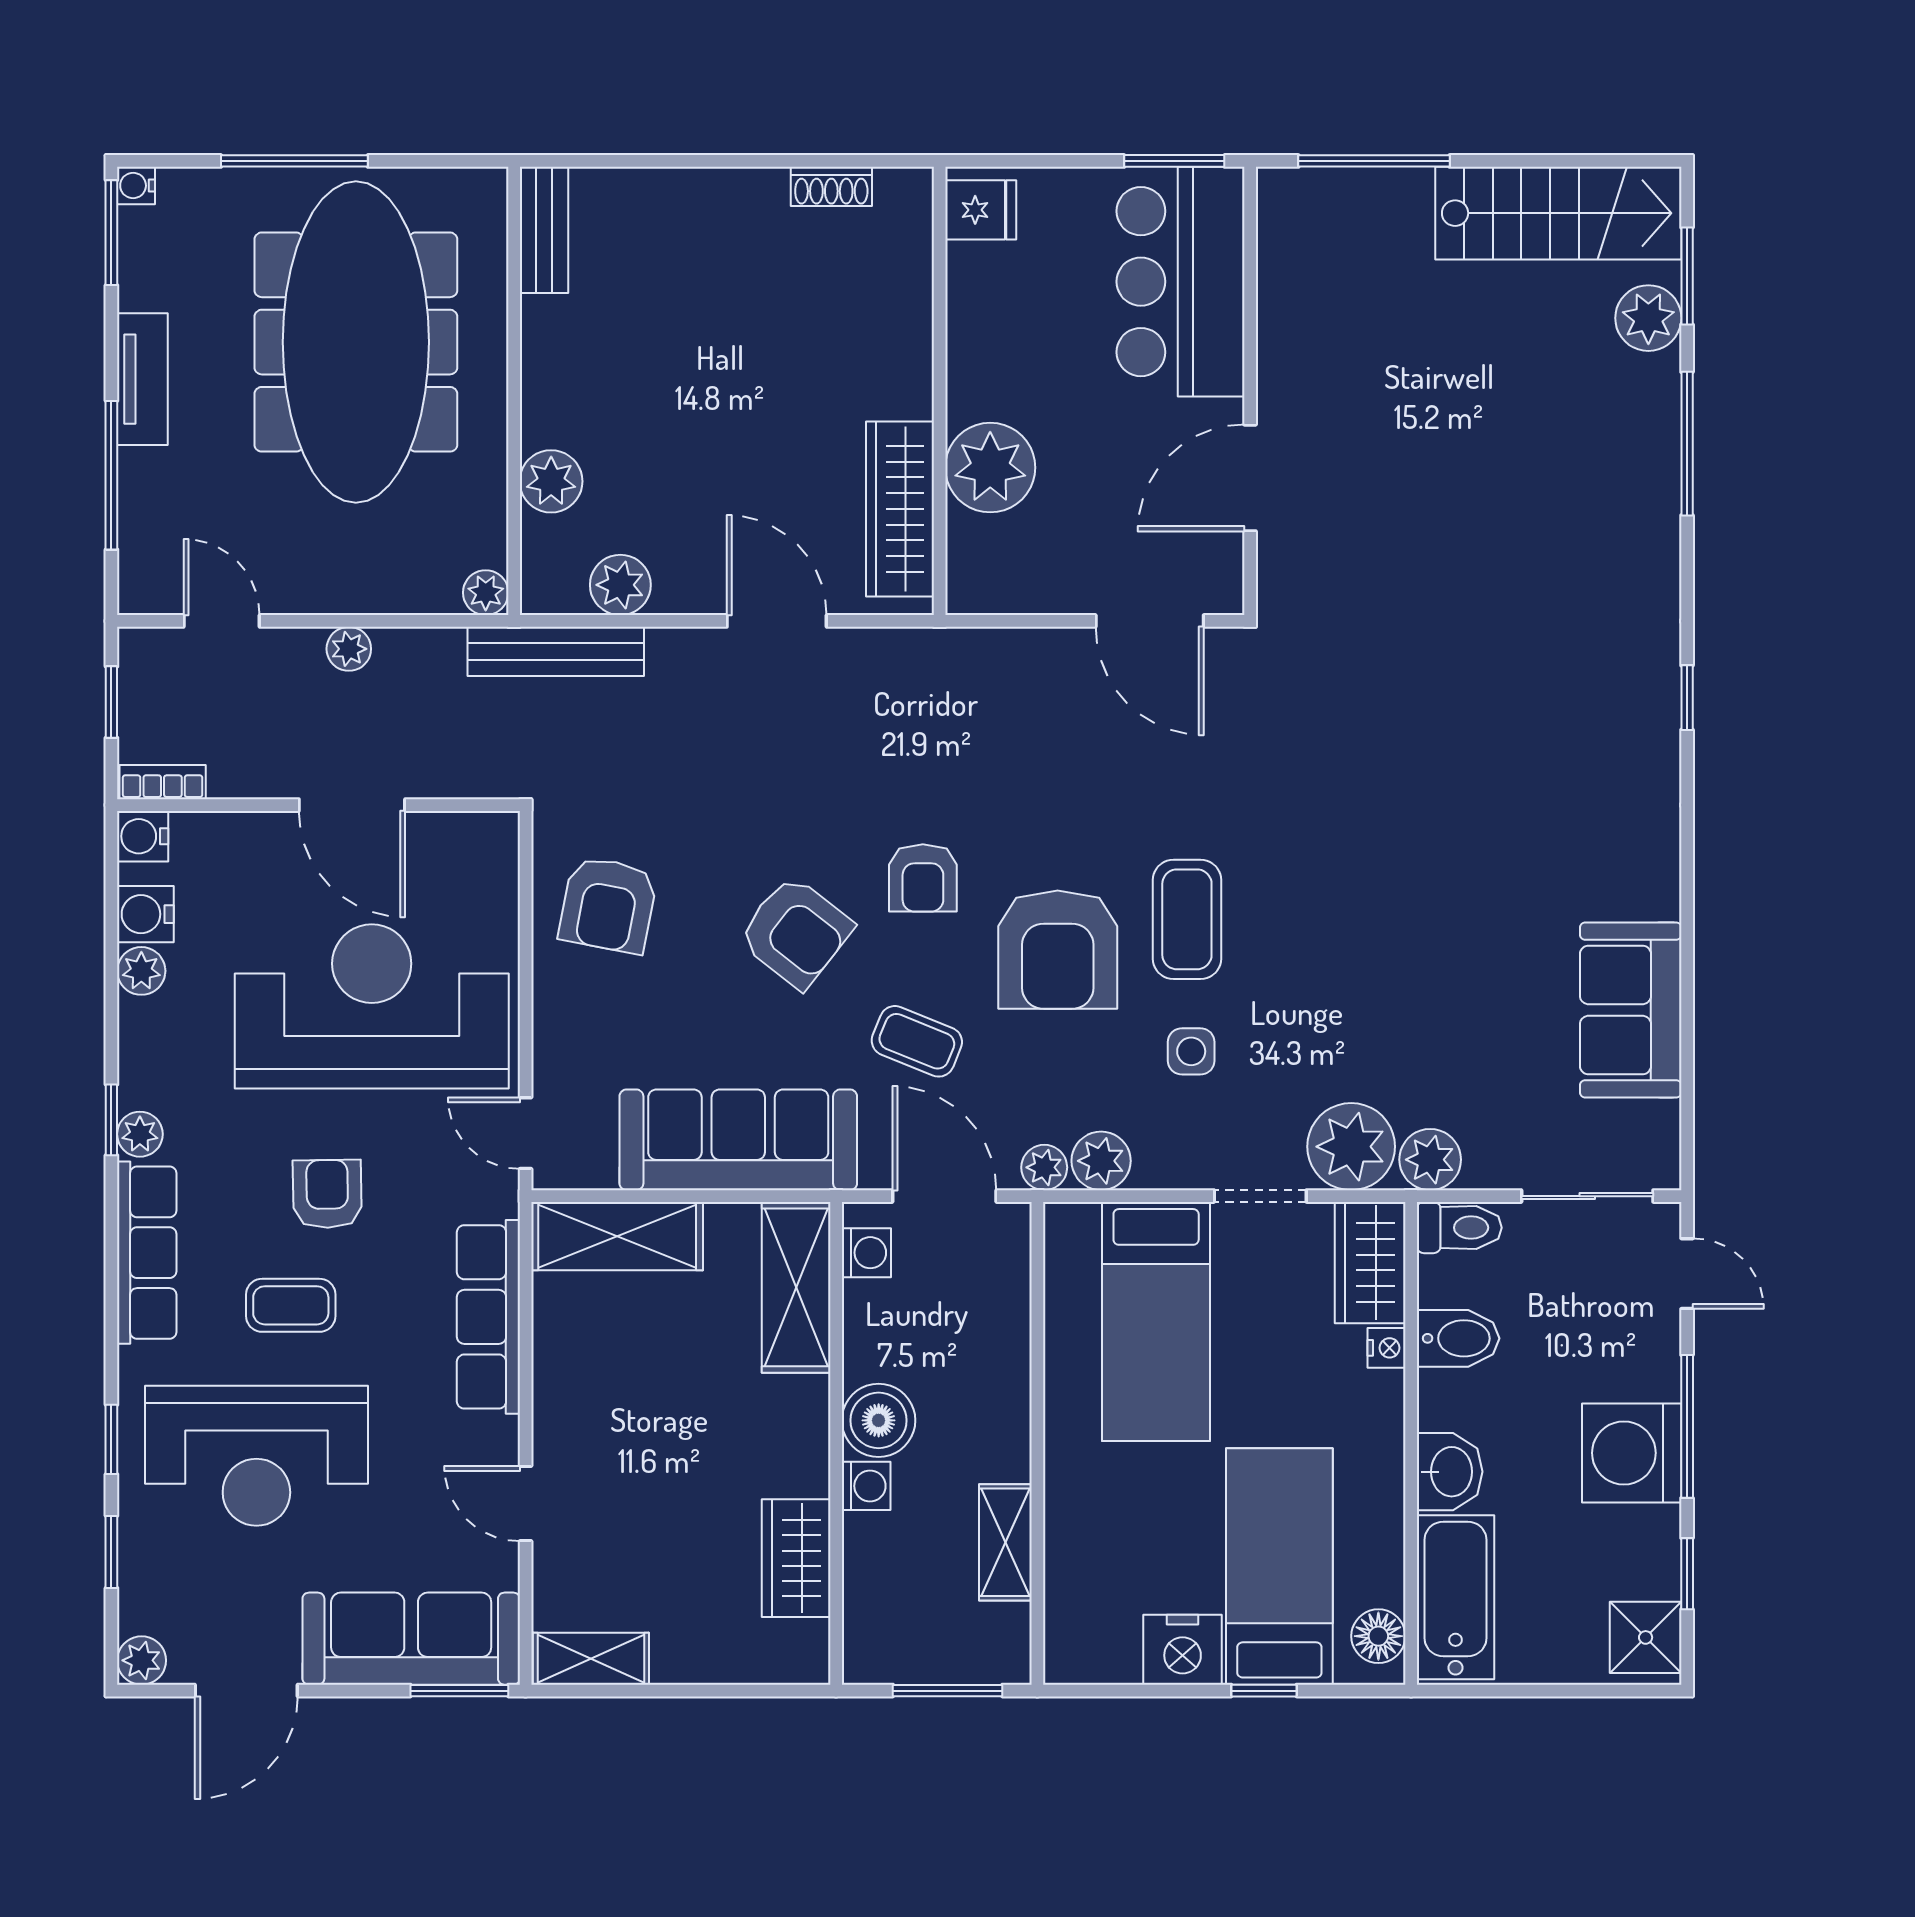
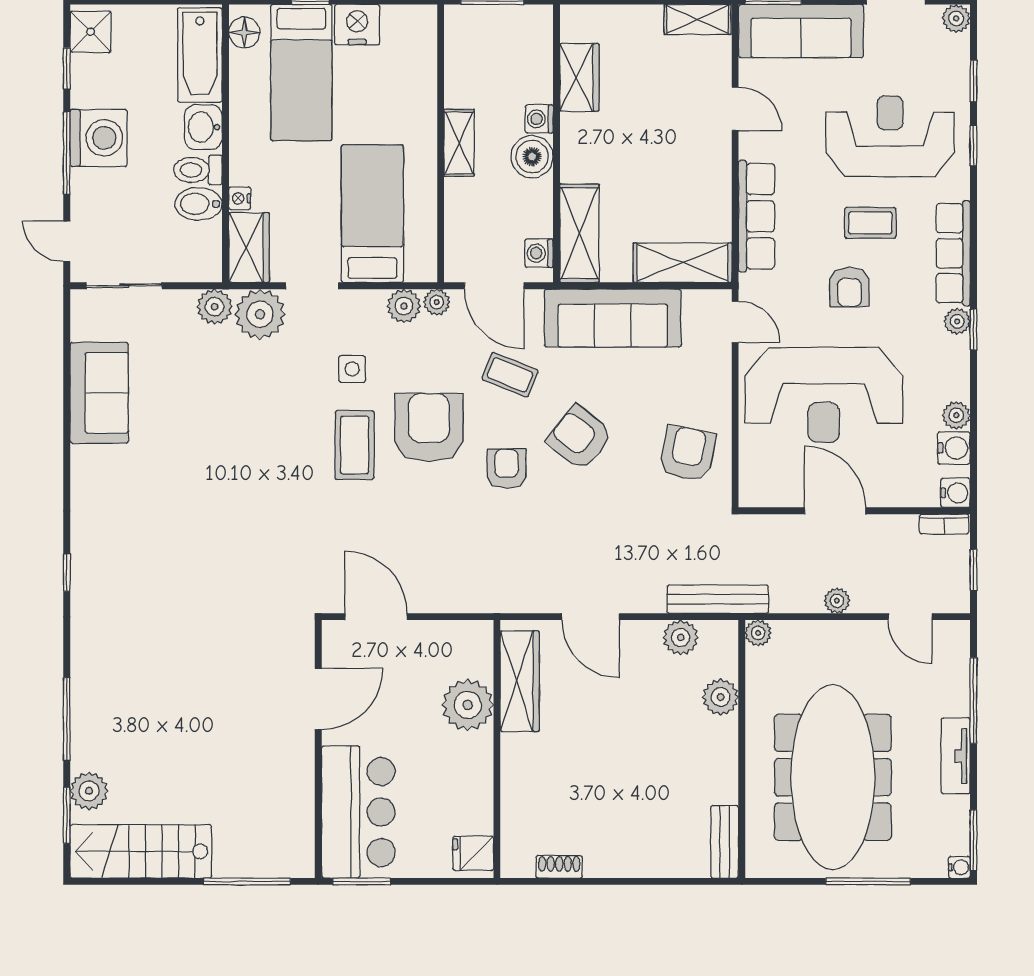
toilet: (1459, 1228) -> (198, 170), moved
shelving: (1005, 1542) -> (459, 143), moved

